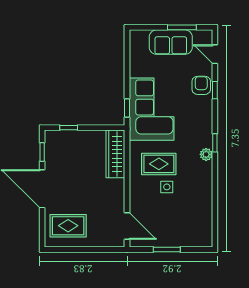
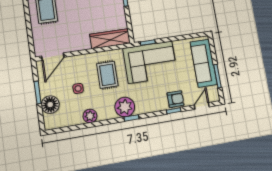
sofa: (171, 42) -> (204, 63), width x1.36
plant: (206, 154) -> (125, 107), width x1.88, depth x1.88
side table: (167, 187) -> (78, 88), moved
plant: (204, 192) -> (90, 116), added
floor lamp: (183, 237) -> (50, 105), added

